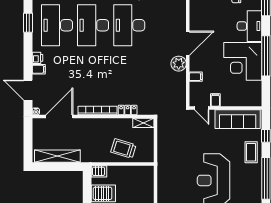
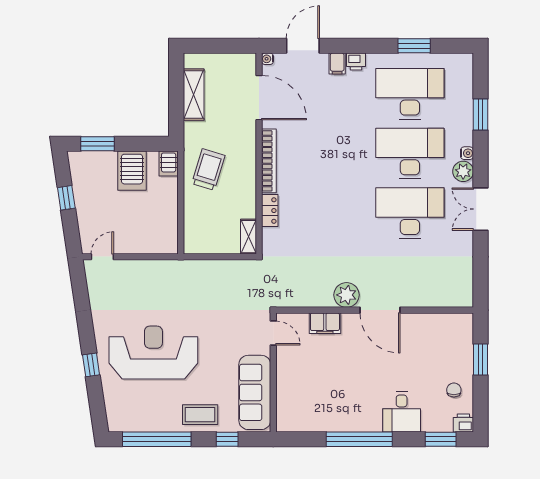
desk: (249, 26) -> (402, 412), width x0.73
corner desk: (243, 61) -> (350, 401), removed
filing cabinet: (196, 77) -> (325, 323), width x2.00
filing cabinet: (215, 100) -> (286, 355), removed
door: (202, 108) -> (273, 333), swing flipped
trolley: (123, 149) -> (208, 170), moved
shelving: (57, 156) -> (194, 95), width x0.68

